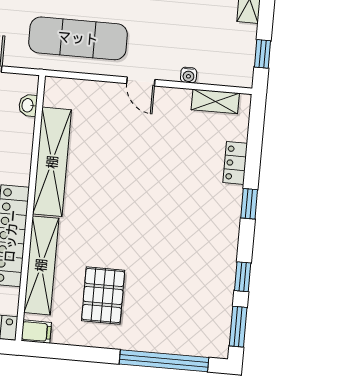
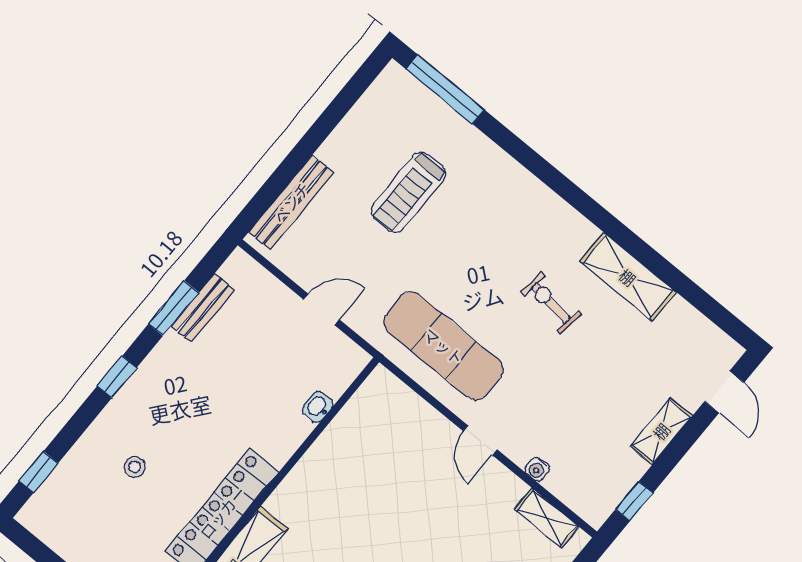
washbasin: (28, 105) -> (318, 407), moved
shelving: (52, 162) -> (323, 462), removed

